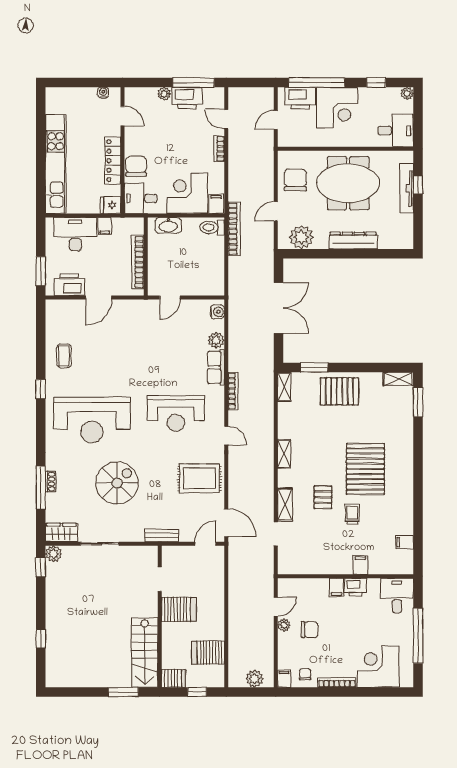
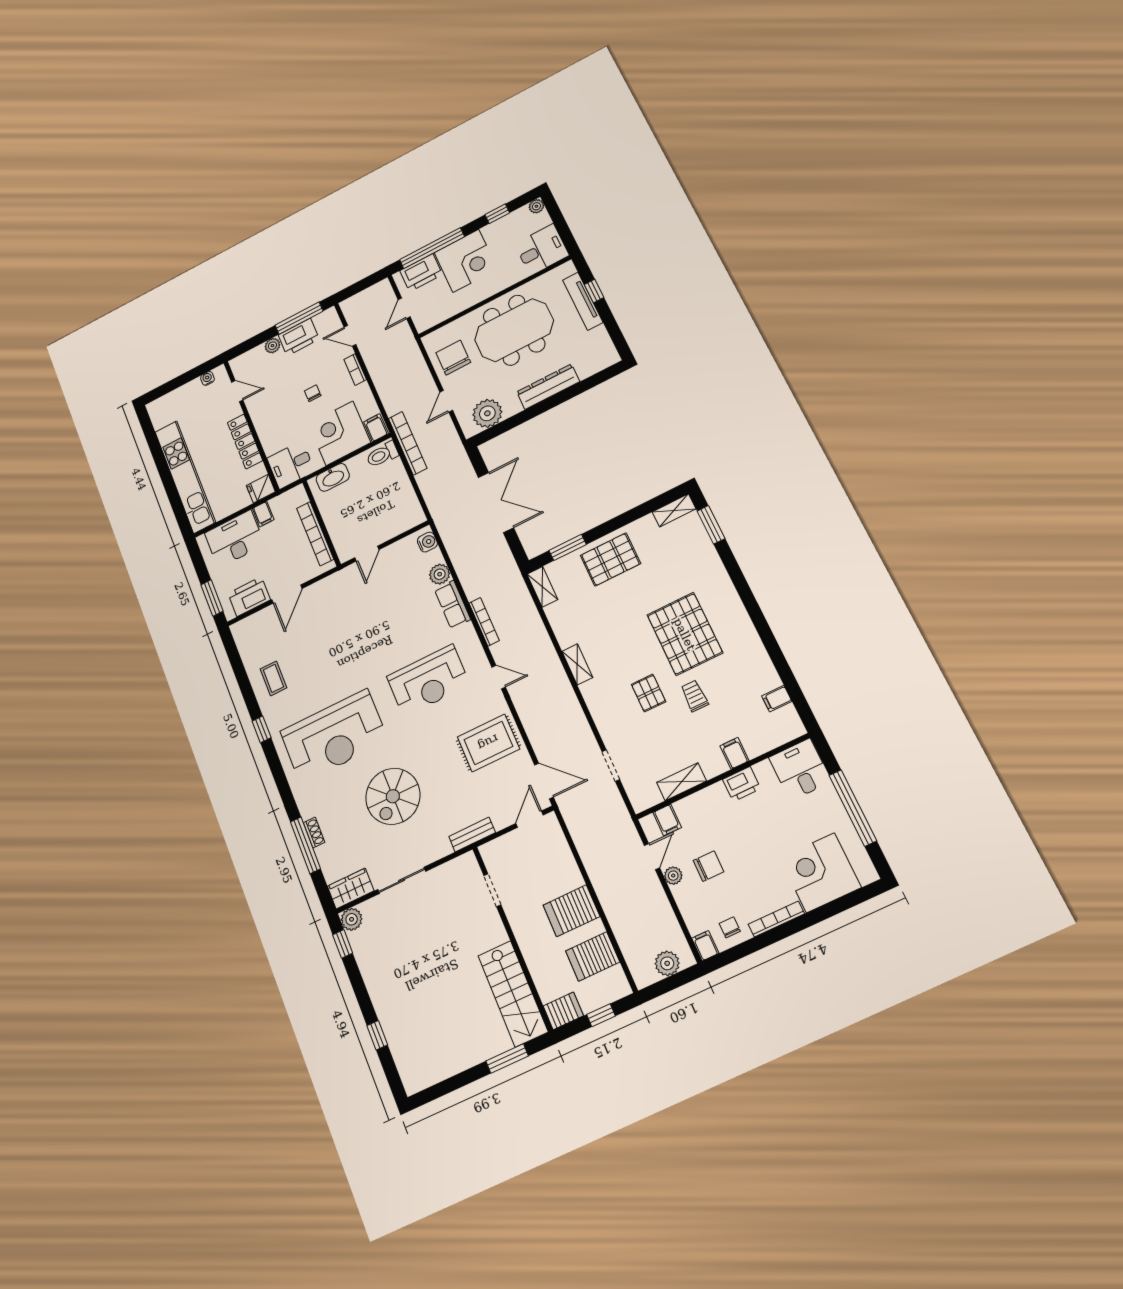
chair: (136, 166) -> (313, 393), moved, width x0.54, depth x0.54
spiral stairs: (117, 483) -> (393, 796), turned 180
shelving: (285, 505) -> (681, 782), moved, turned 90
filing cabinet: (336, 587) -> (667, 820), moved
server rack: (179, 609) -> (571, 911), moved, turned 180

